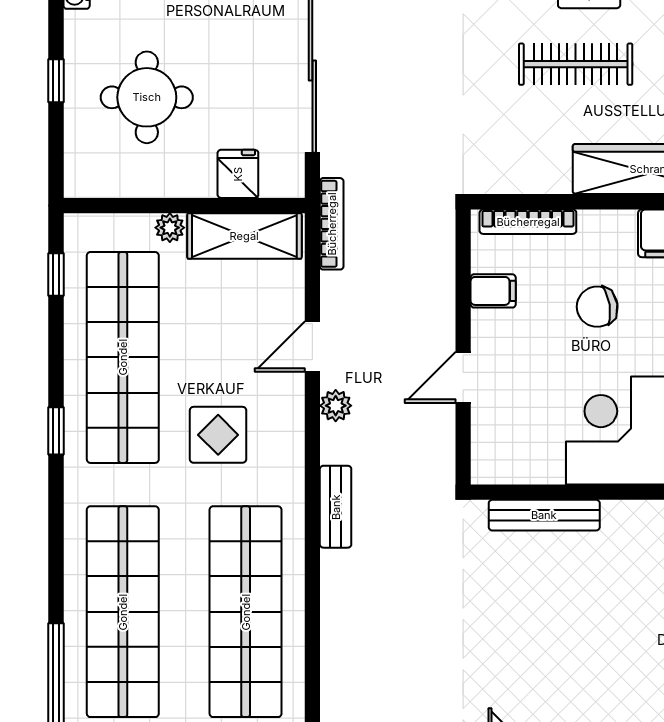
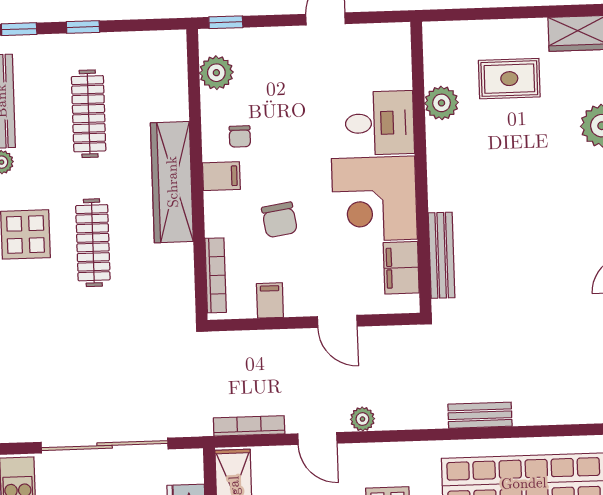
bookcase: (332, 224) -> (249, 426), moved
filing cabinet: (530, 462) -> (401, 268), added
bench: (336, 507) -> (480, 415), moved

